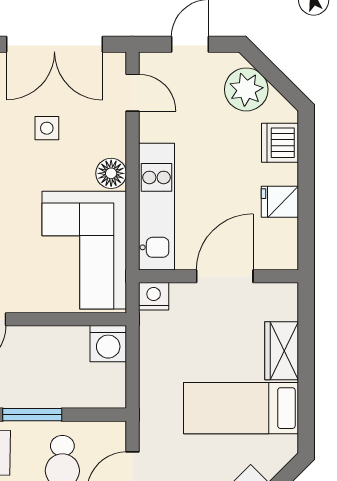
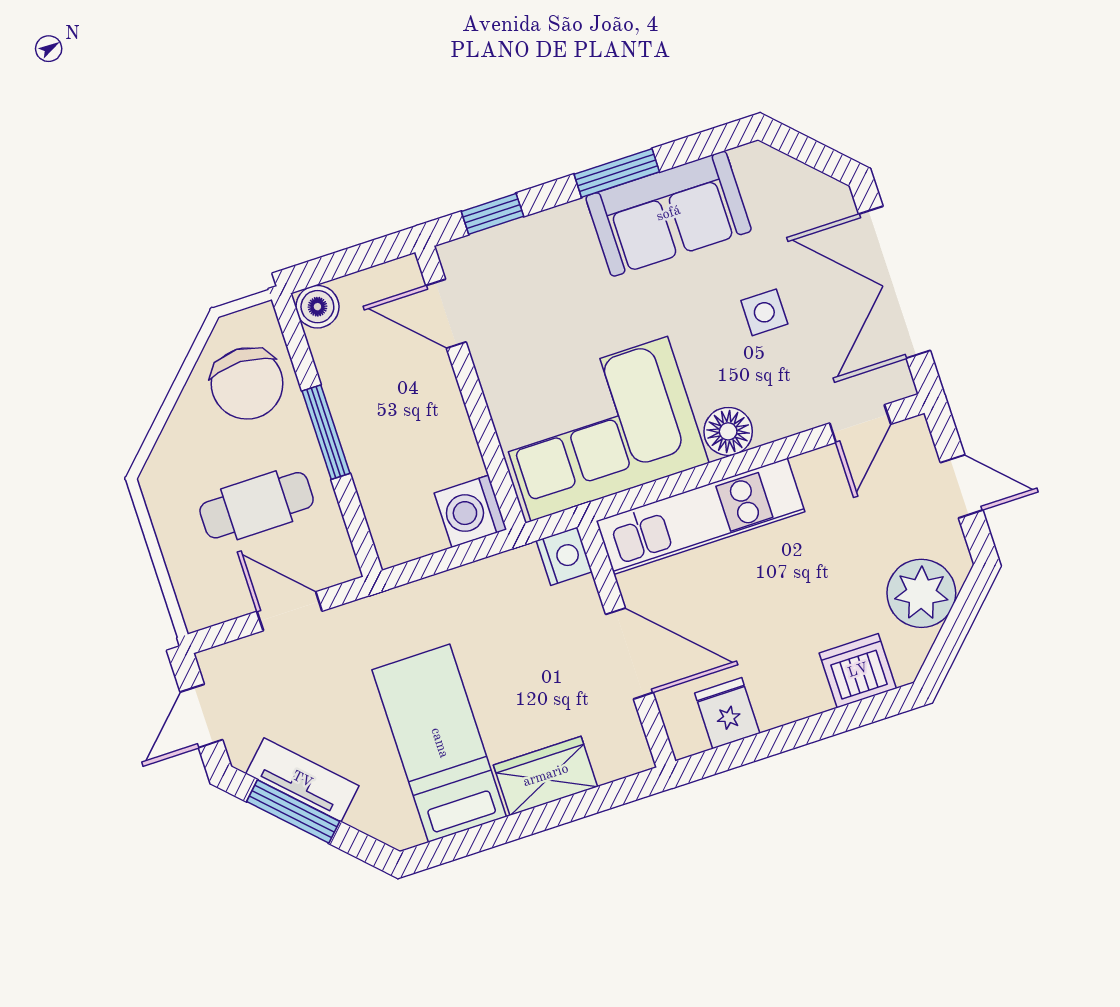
fridge: (280, 202) -> (727, 713), moved

